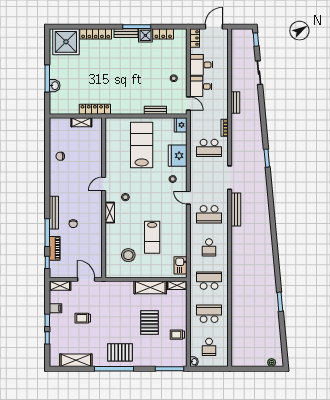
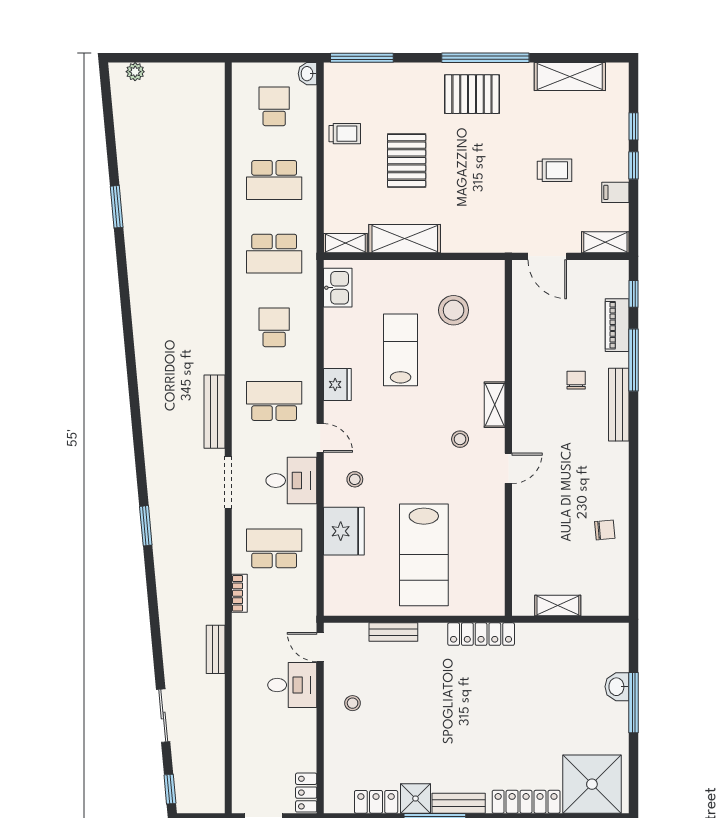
desk: (201, 65) -> (291, 480), moved
locker: (95, 109) -> (481, 634), moved
fridge: (181, 125) -> (337, 385), moved

